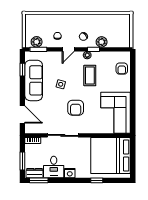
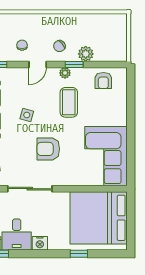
armchair: (122, 69) -> (103, 81), moved
armchair: (76, 108) -> (48, 149), turned 90

